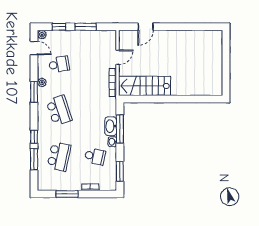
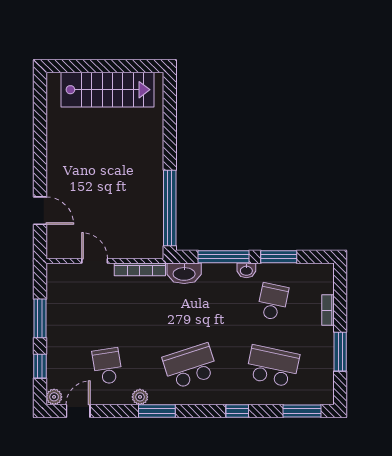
stairs: (145, 86) -> (108, 90), moved, turned -90
window: (147, 99) -> (170, 208), added
washbasin: (111, 126) -> (184, 273), moved
window: (34, 159) -> (302, 411), moved
window: (120, 171) -> (279, 257), moved

